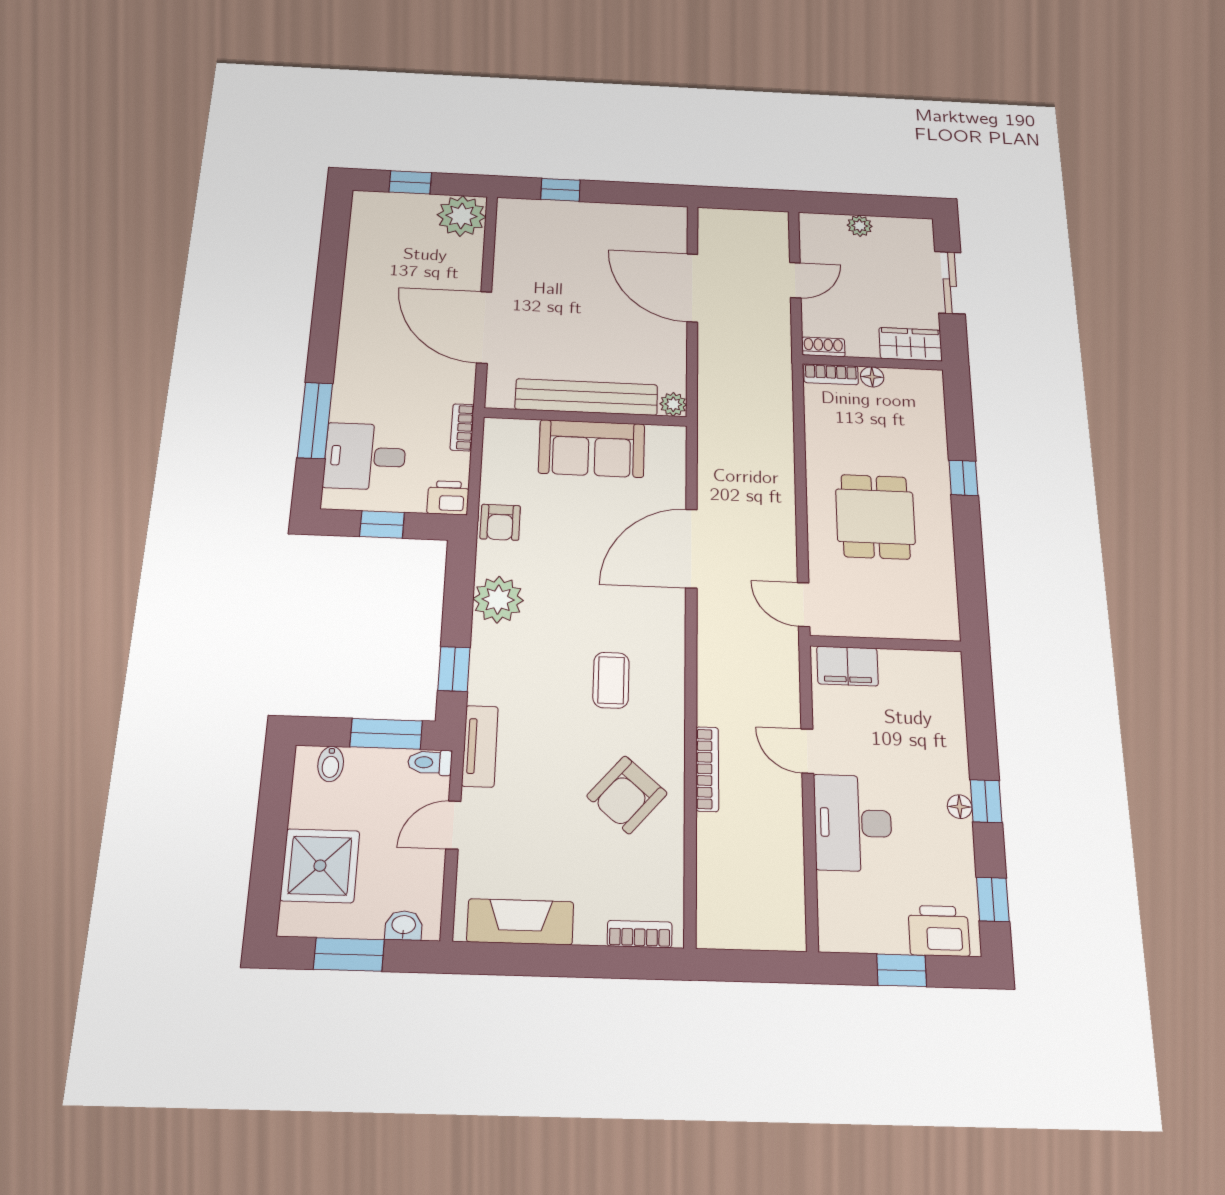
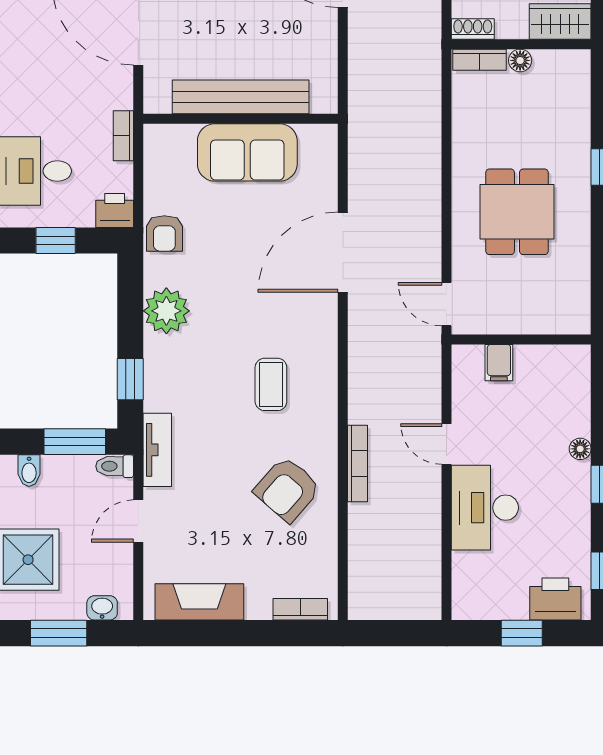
plant: (673, 404) -> (325, 101), removed
filing cabinet: (847, 666) -> (499, 363), width x0.50
floor lamp: (960, 807) -> (580, 449), moved

